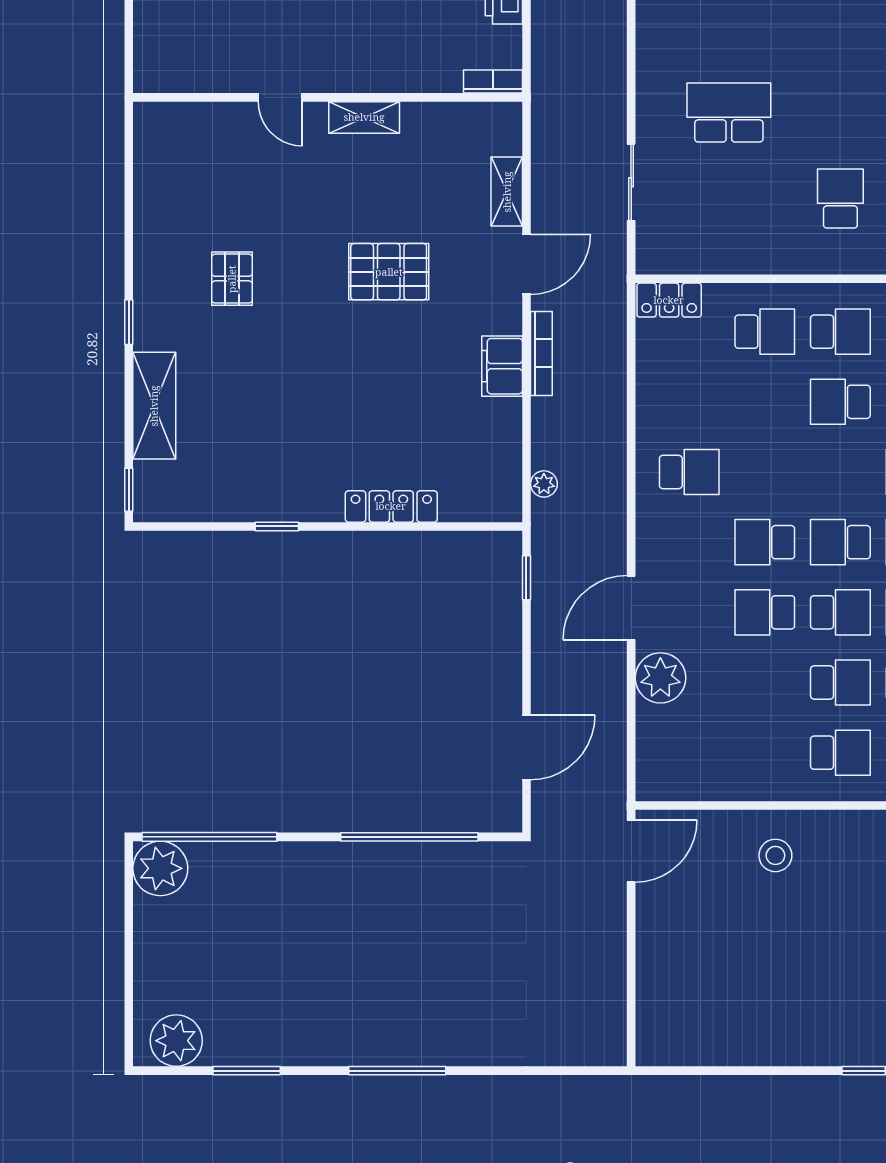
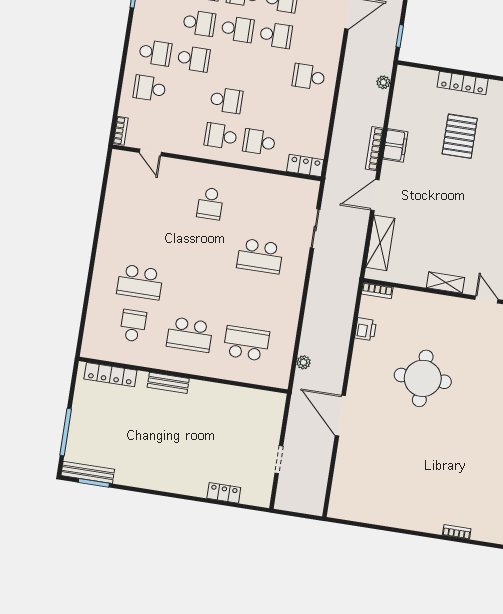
shelving: (507, 192) -> (380, 243), width x1.50, depth x1.33
pallet: (389, 272) -> (460, 136), moved, turned 90

